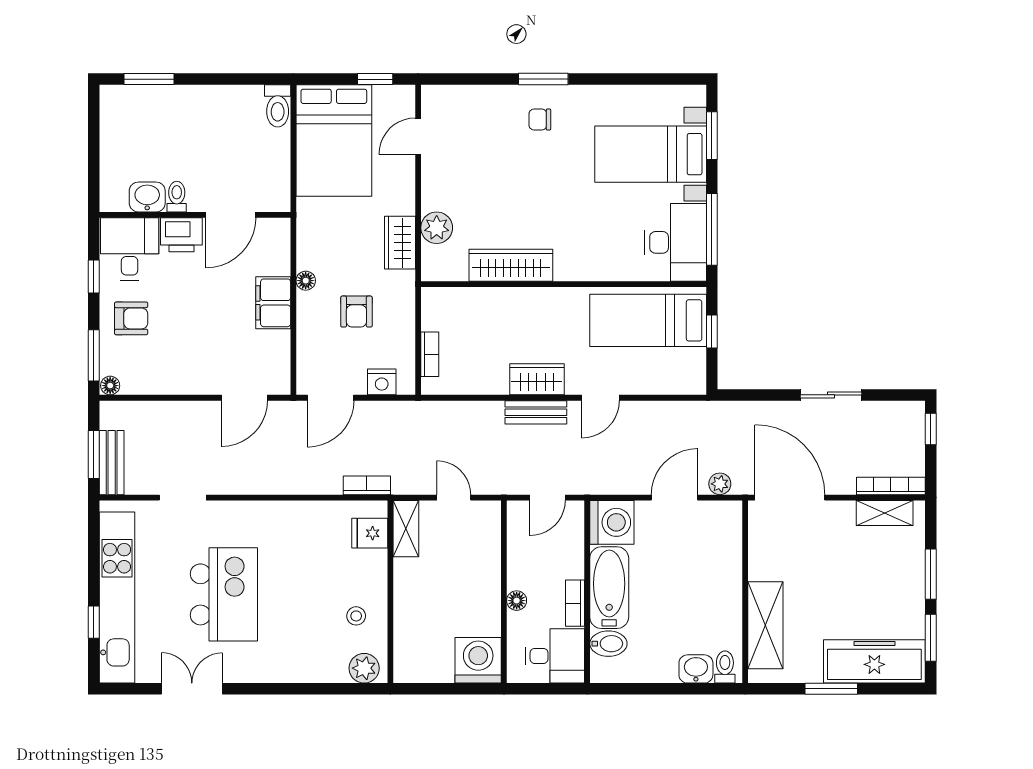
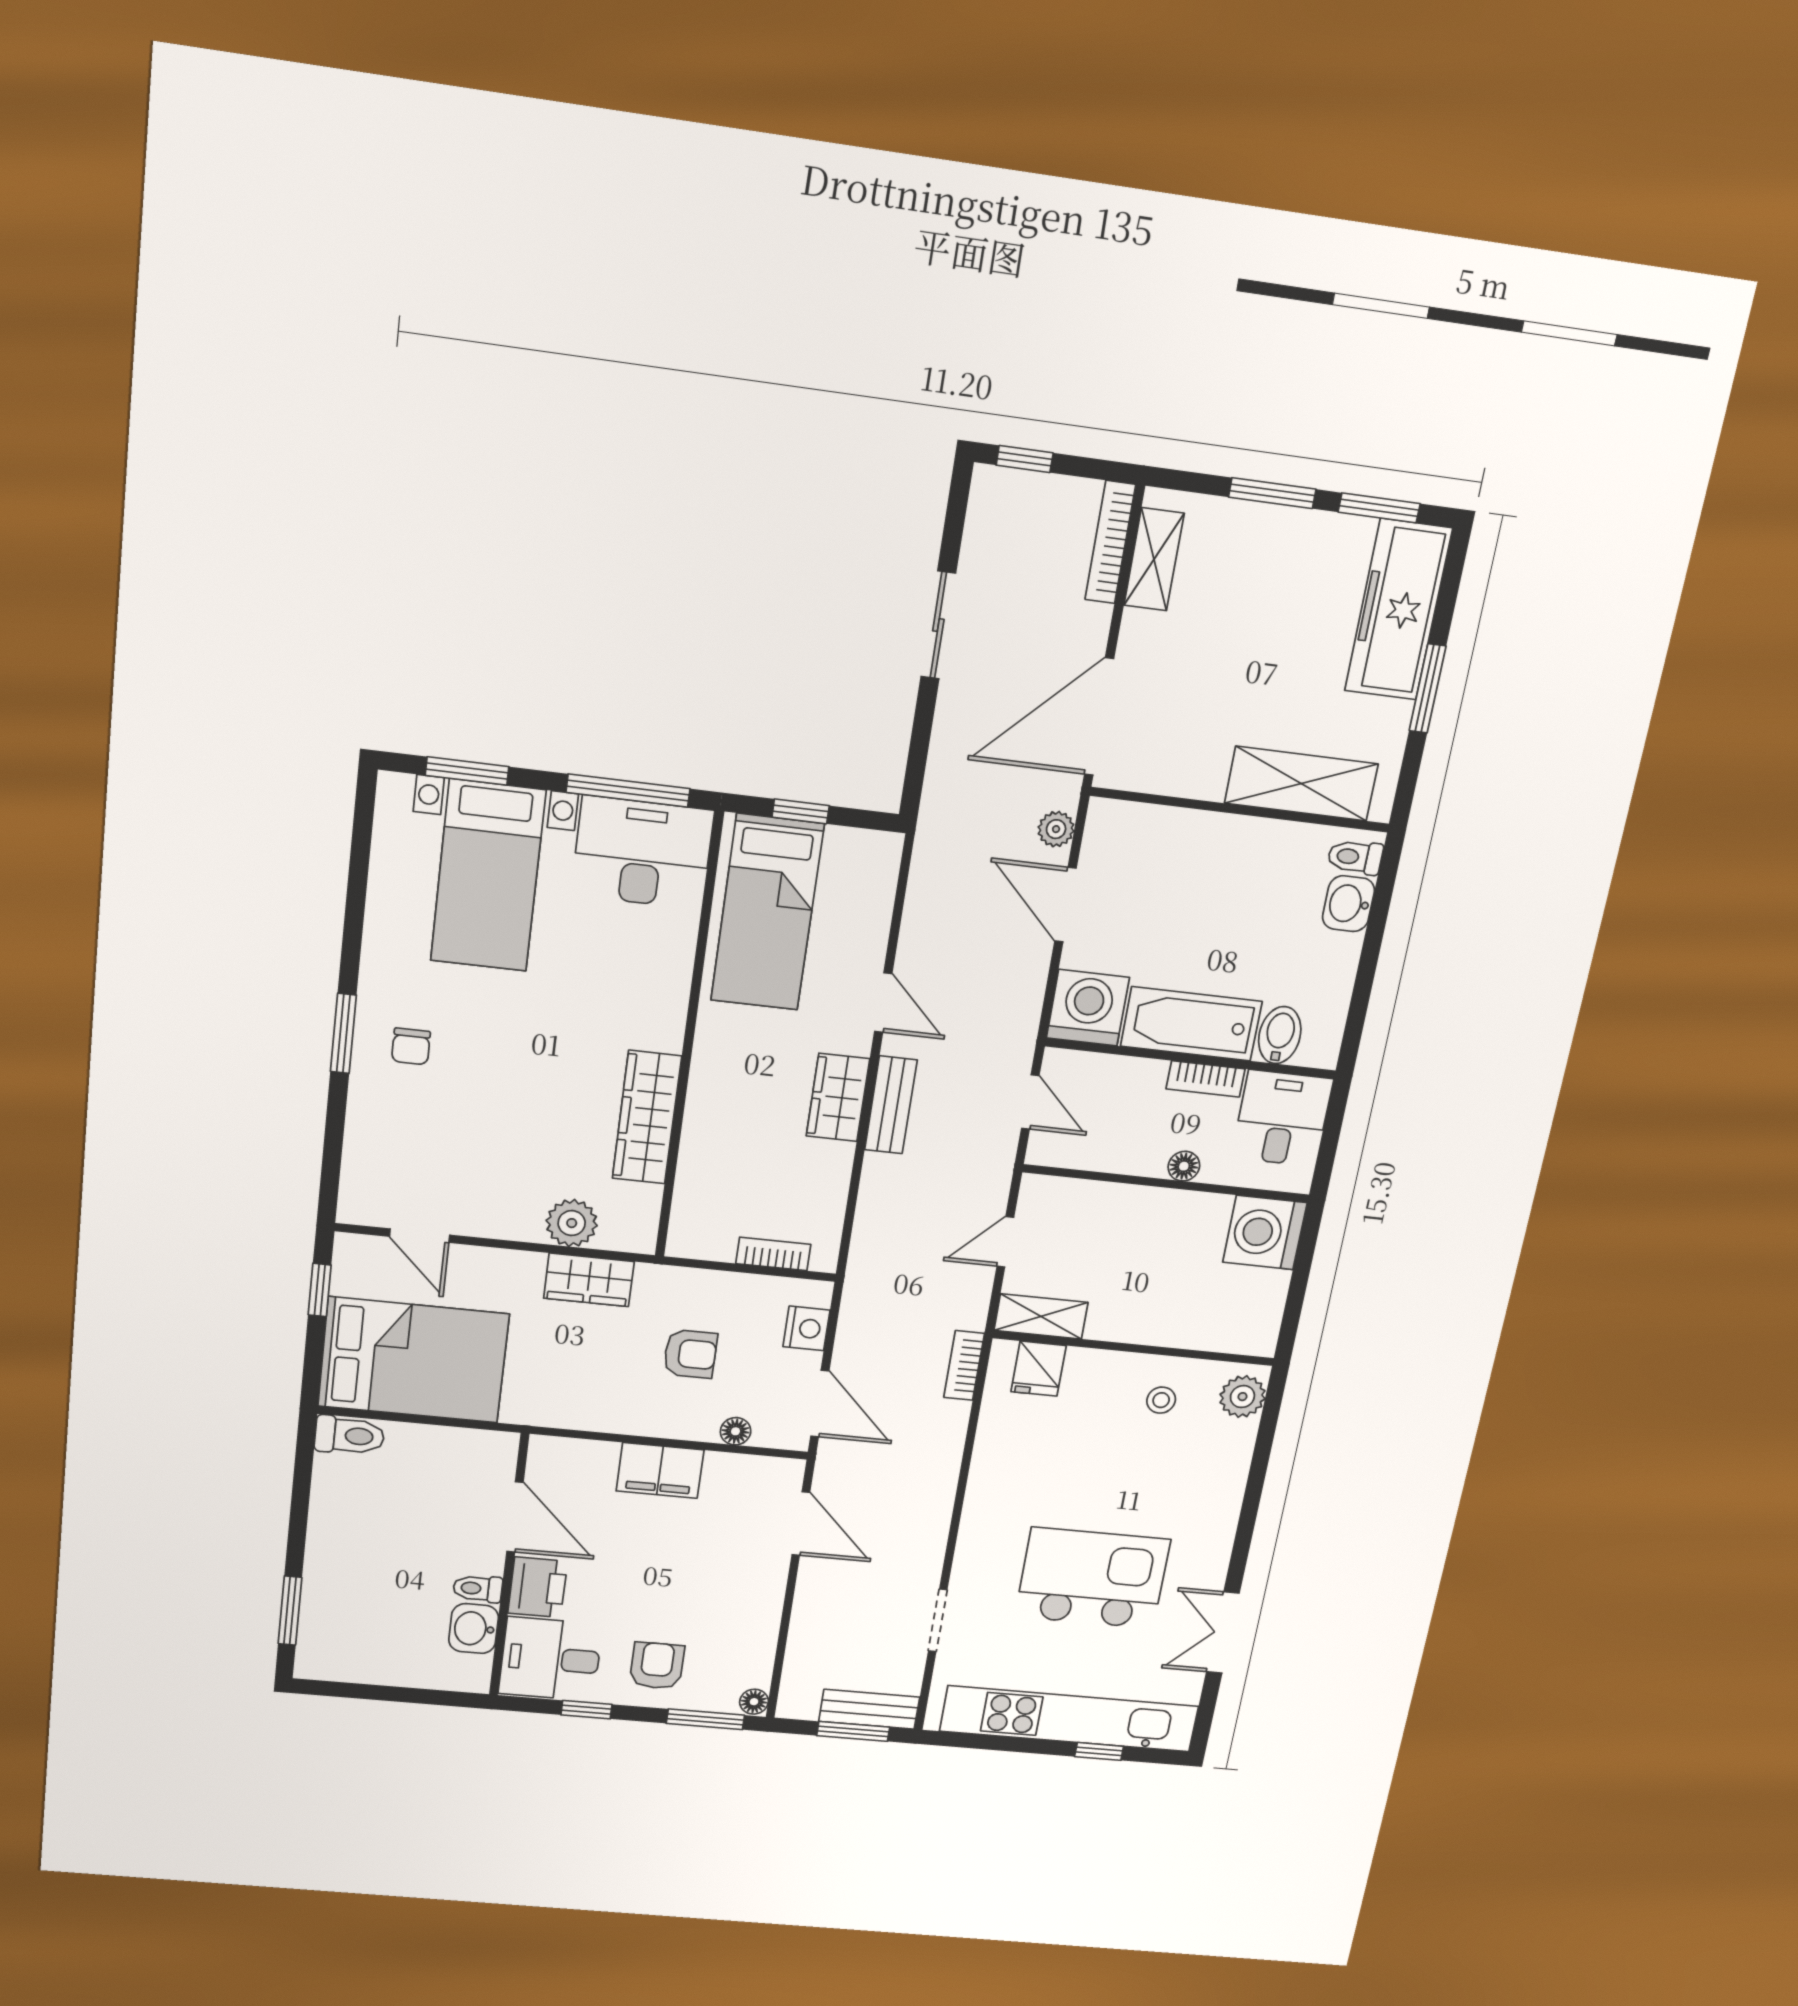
floor lamp: (306, 281) -> (736, 1431), moved

